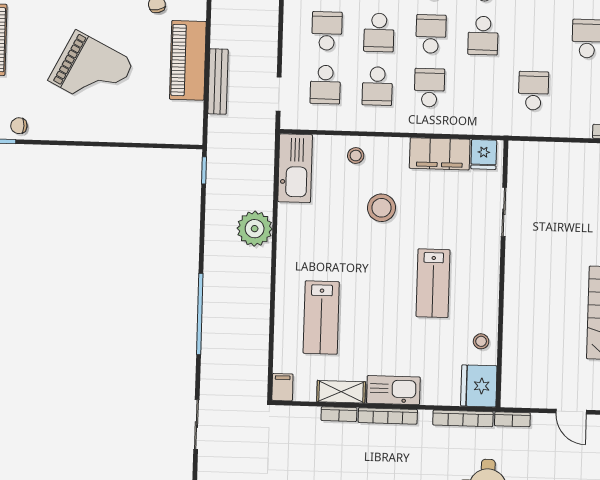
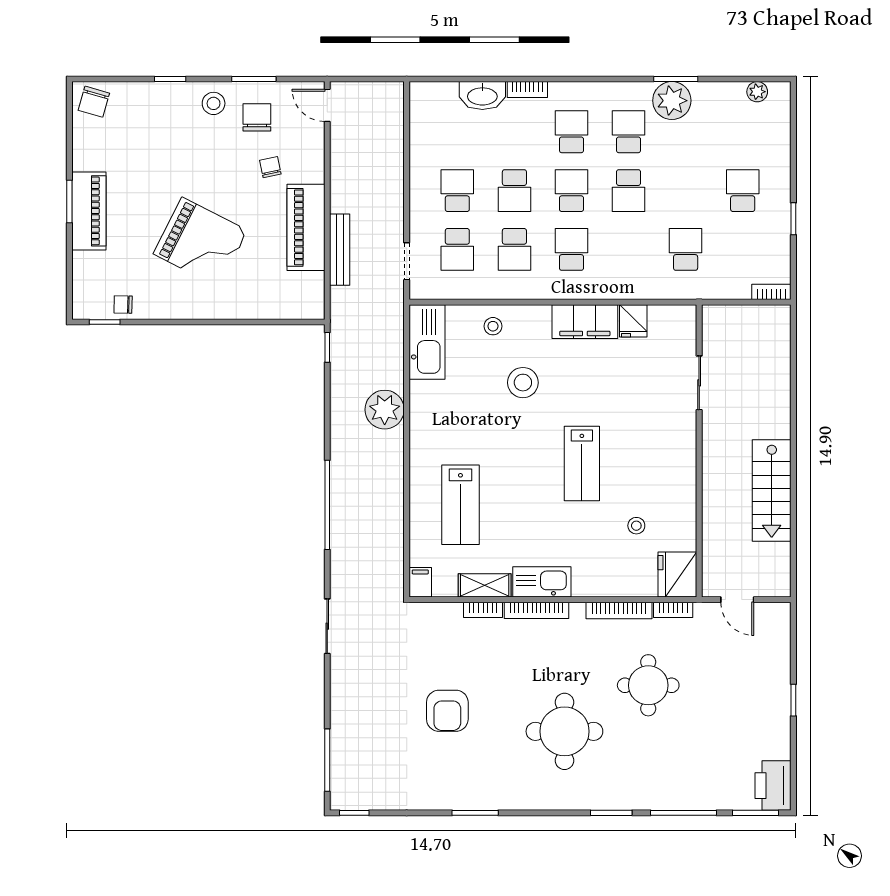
sliding door: (504, 212) -> (699, 383), moved
wall: (502, 274) -> (699, 451), moved
fridge: (479, 386) -> (677, 575), moved

